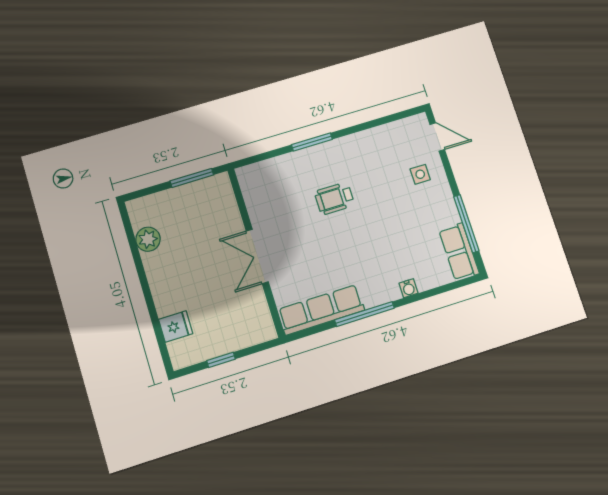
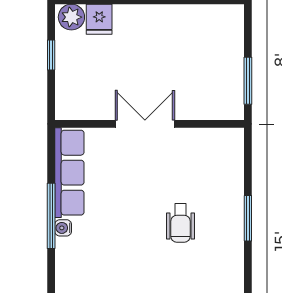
wheelchair: (334, 198) -> (181, 223), turned 180
plant: (148, 239) -> (71, 17), moved
water cooler: (408, 288) -> (63, 228), moved

